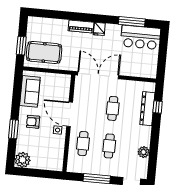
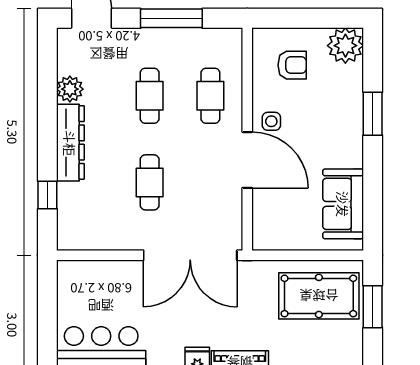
dresser: (147, 109) -> (70, 143), moved
armchair: (33, 122) -> (292, 65), moved

